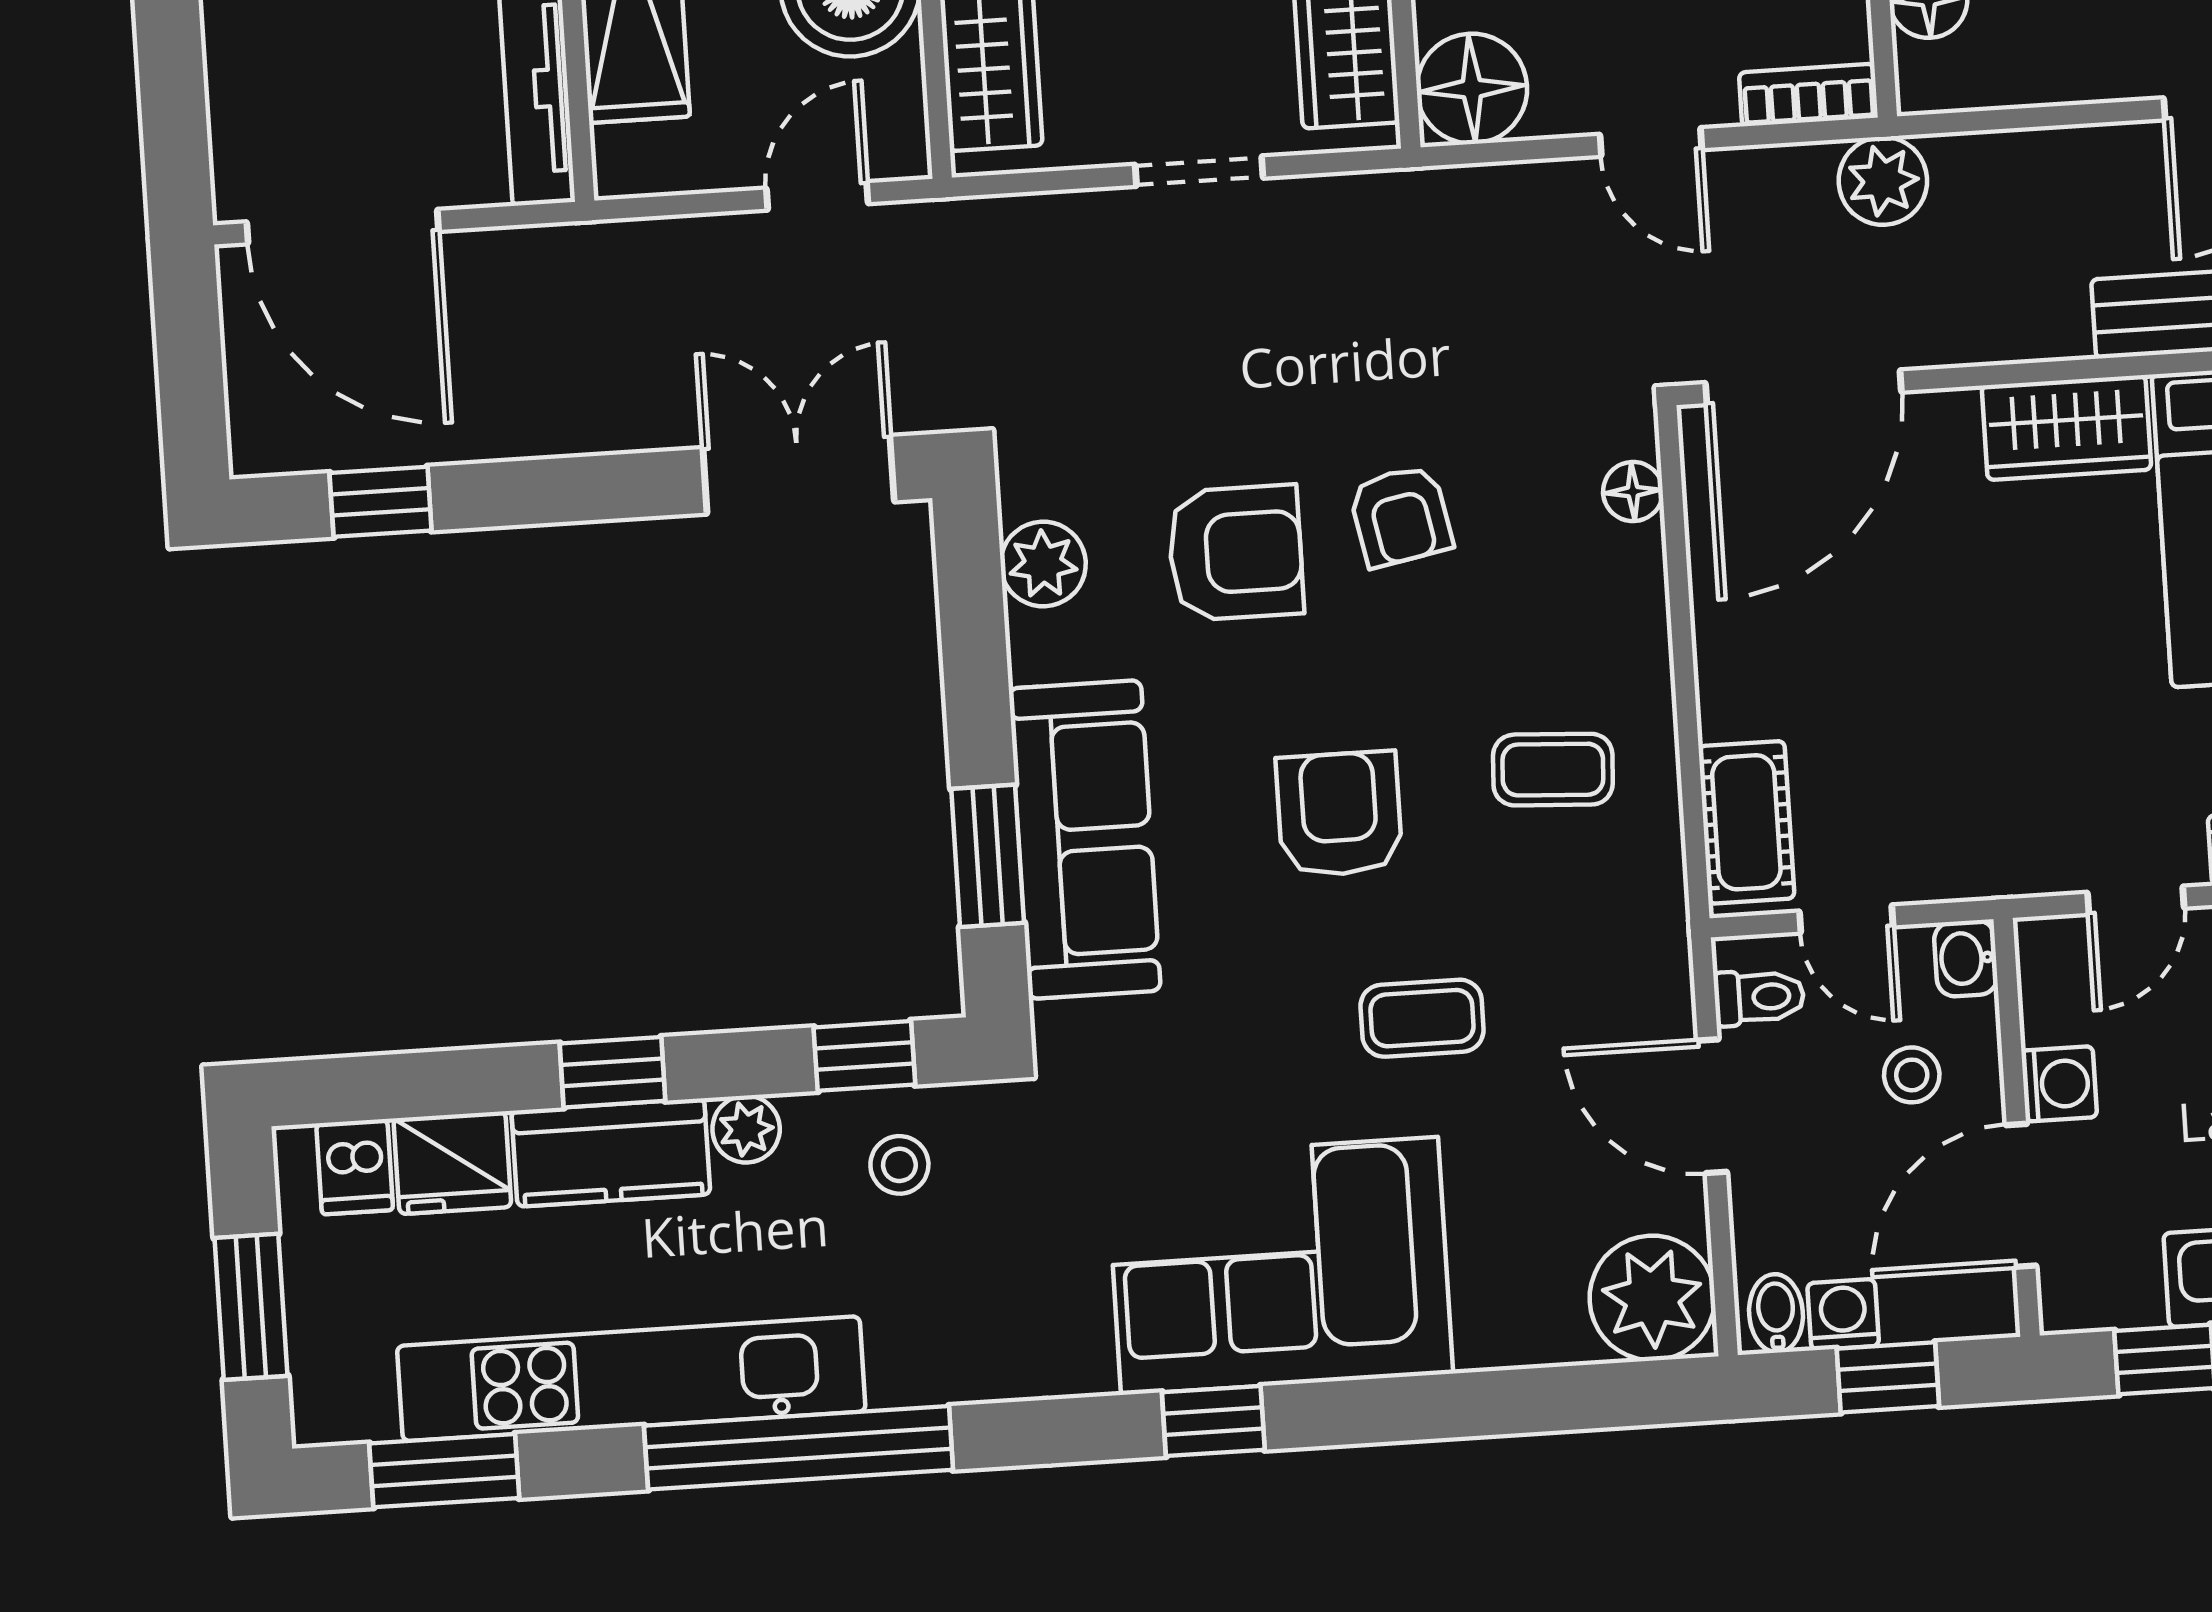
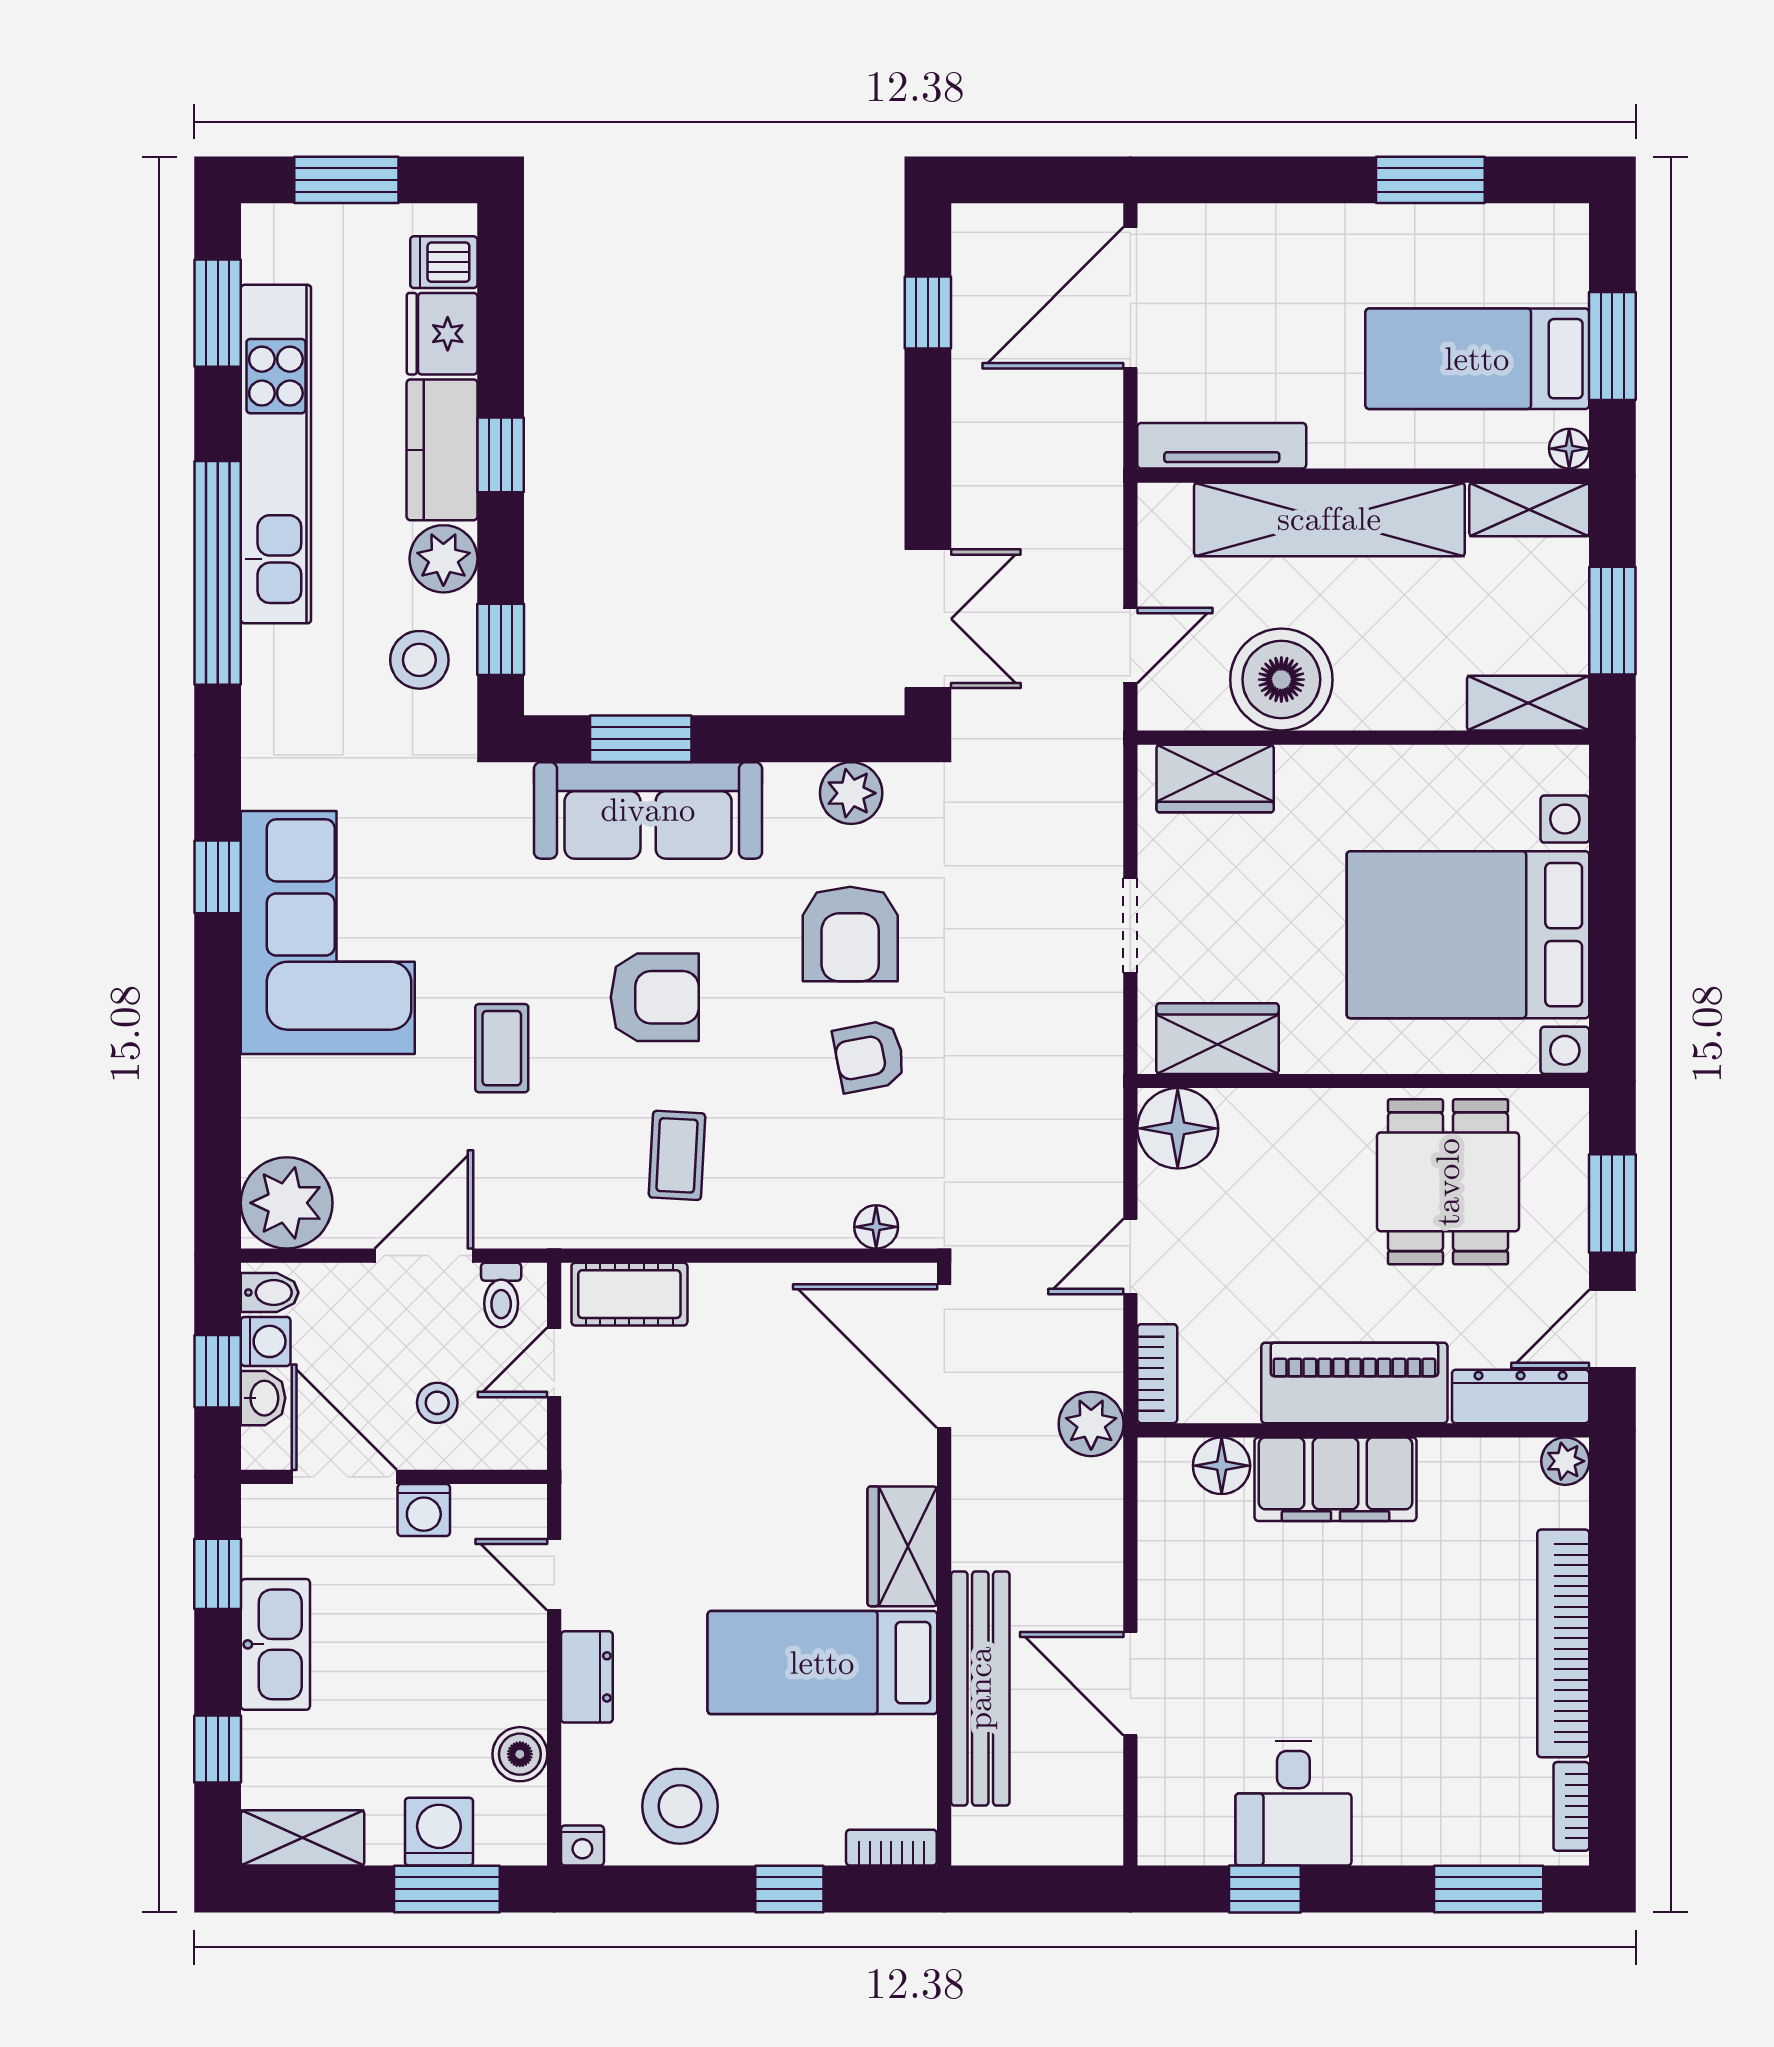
door: (817, 196) -> (1130, 646), hinge flipped
washbasin: (1966, 958) -> (263, 1398), moved, turned 90
plant: (746, 1129) -> (443, 559), width x1.38, depth x1.38
stool: (899, 1165) -> (419, 660), width x1.37, depth x1.37

